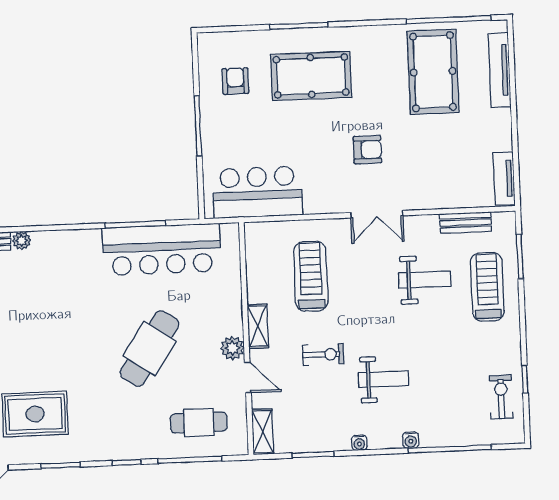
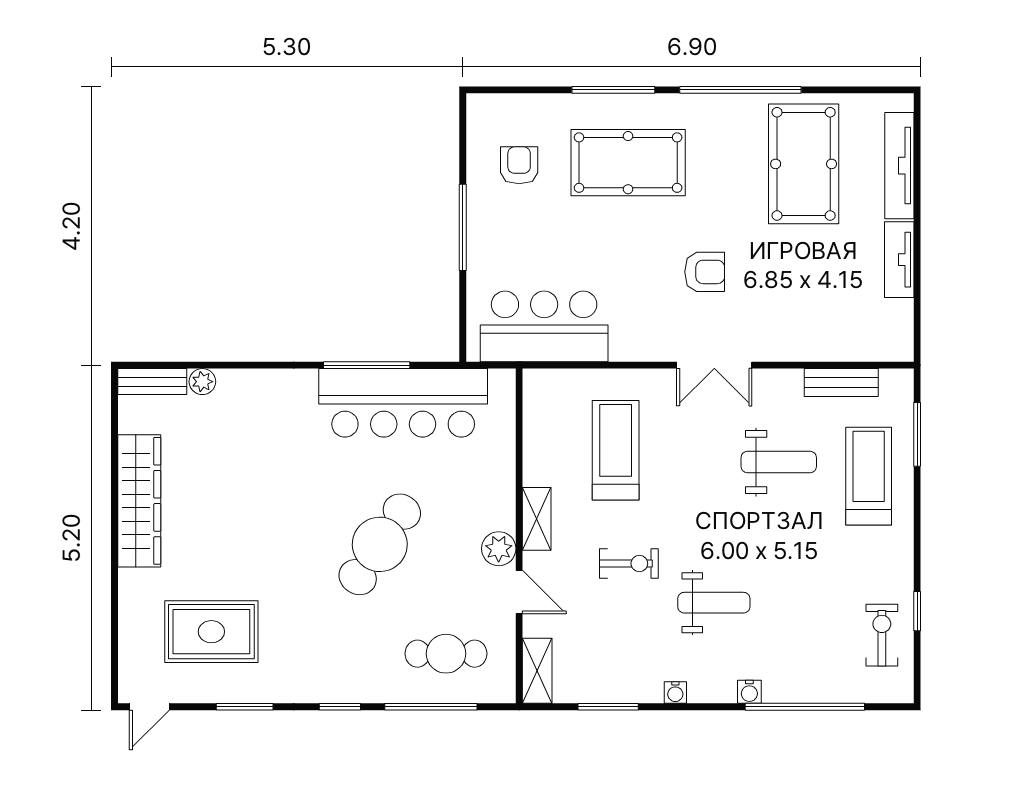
window: (449, 20) -> (740, 90), moved
tv unit: (504, 179) -> (899, 260), moved

